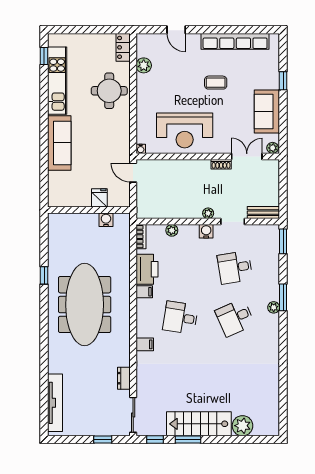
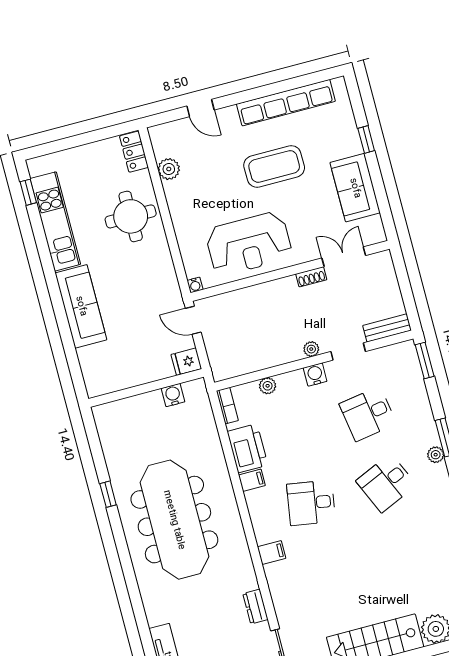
coffee table: (216, 83) -> (274, 166), width x1.86, depth x1.72
plant: (273, 148) -> (376, 236), removed
fridge: (99, 198) -> (186, 362), moved, turned -90

